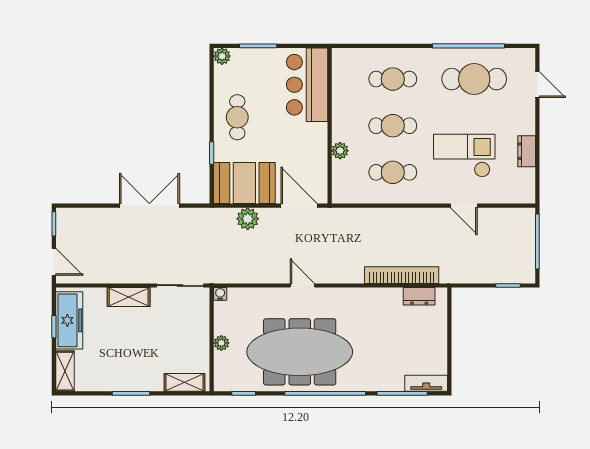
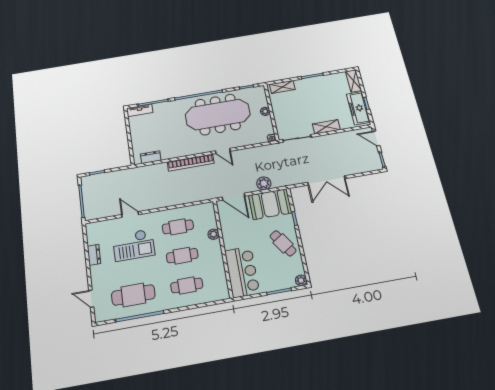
cafe table: (237, 117) -> (283, 243), turned -33
bookcase: (402, 275) -> (191, 163), moved

